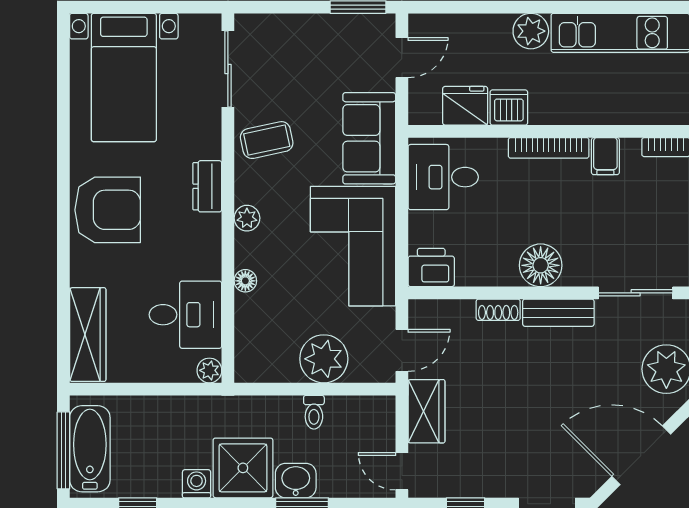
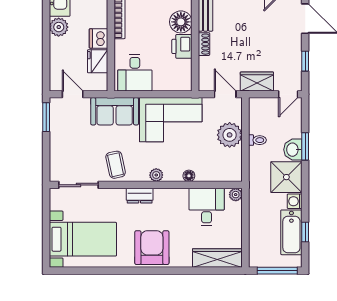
printer: (431, 267) -> (182, 46), moved
bathtub: (90, 449) -> (291, 232), moved, turned -90

